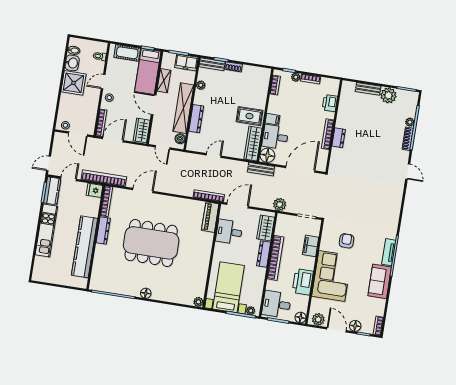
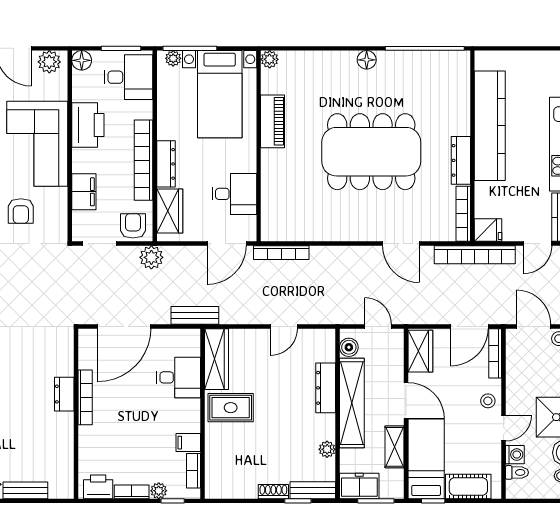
washing machine: (99, 66) -> (515, 455), added
printer: (330, 103) -> (98, 487), moved, turned -90
filing cabinet: (273, 119) -> (188, 443), moved
floor lamp: (267, 155) -> (187, 342), removed
door: (143, 191) -> (401, 244), hinge flipped
piano: (210, 217) -> (273, 121), moved
armchair: (287, 223) -> (133, 226), added

